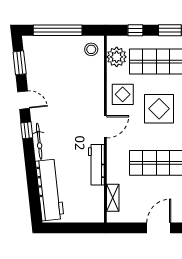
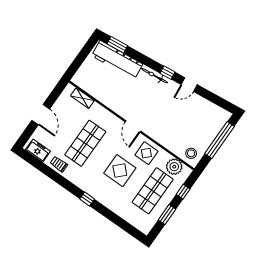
window: (20, 63) -> (117, 45), moved
workbench: (96, 165) -> (112, 103), removed

